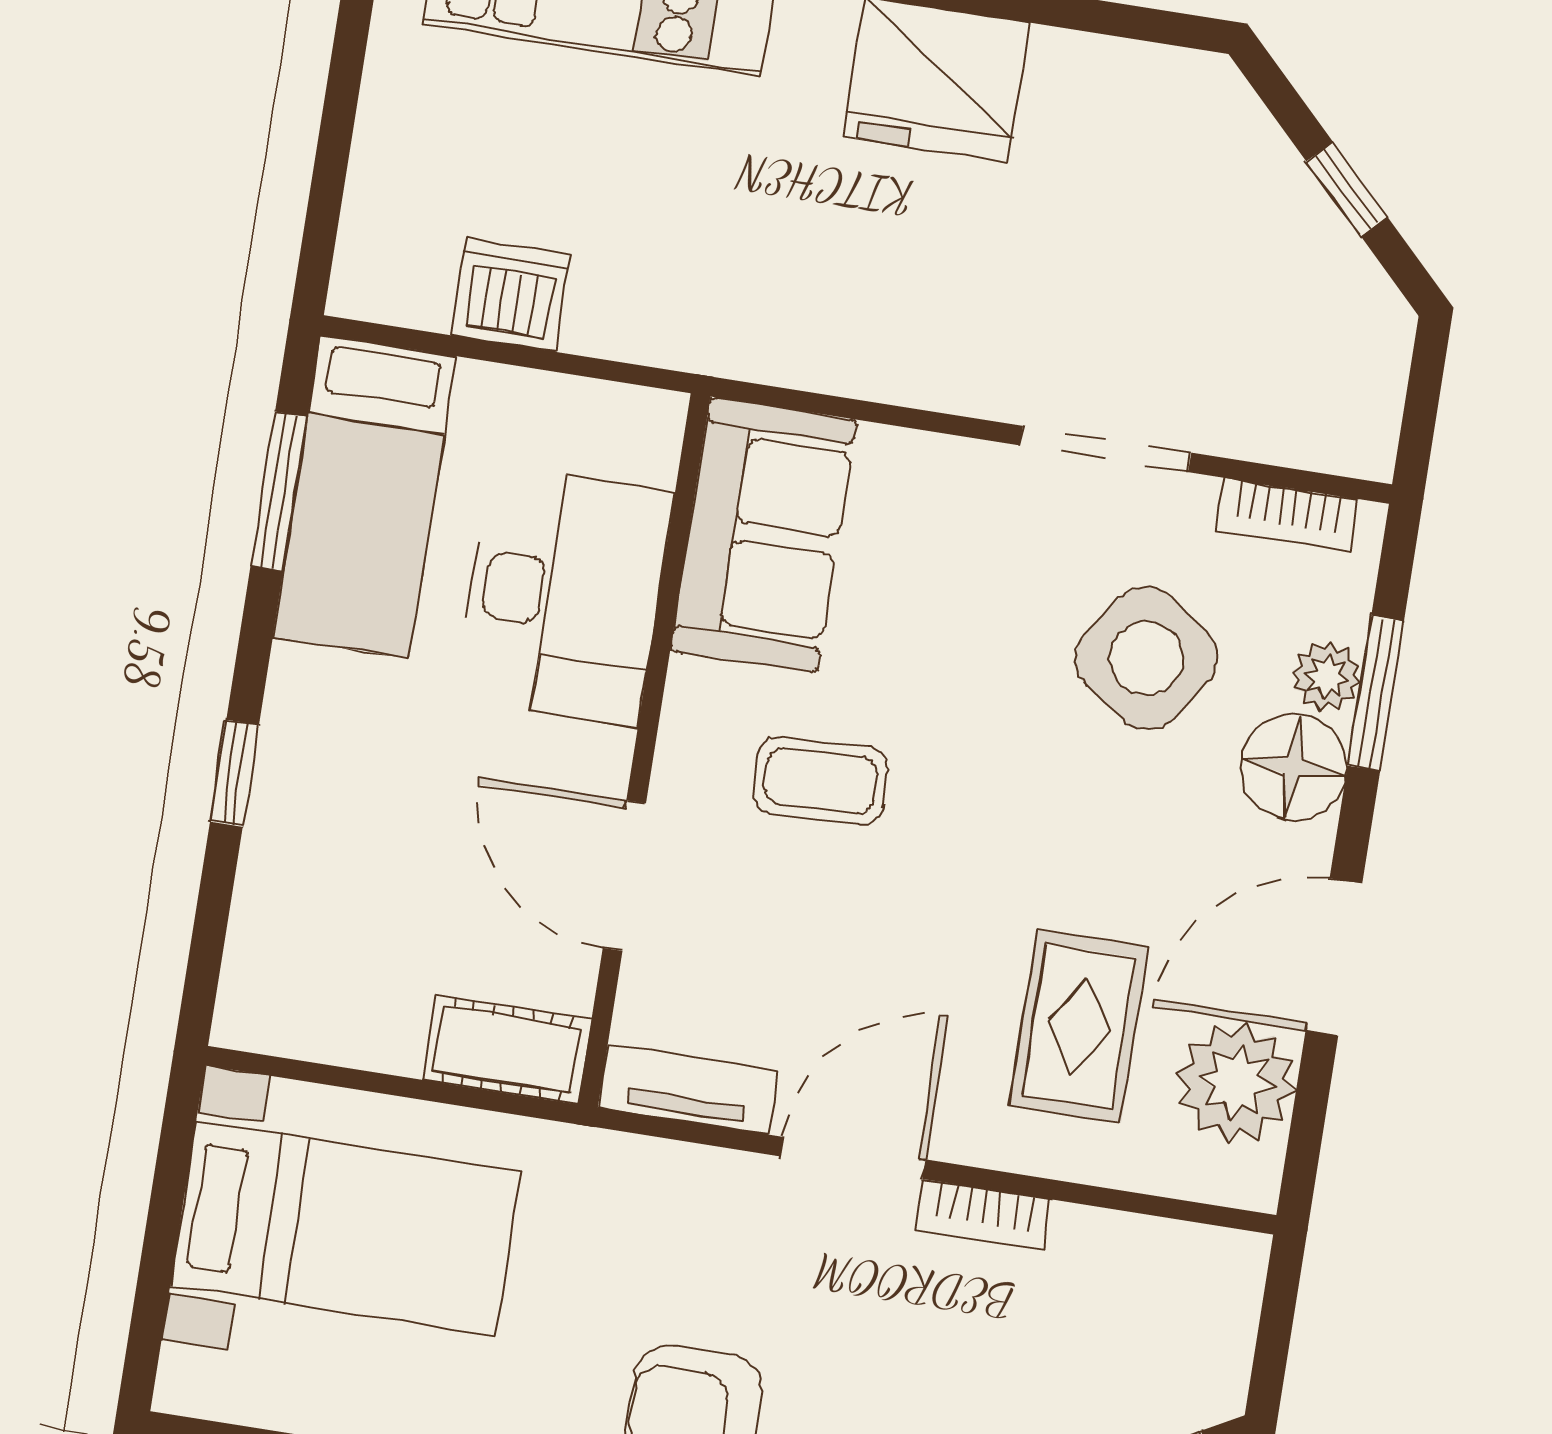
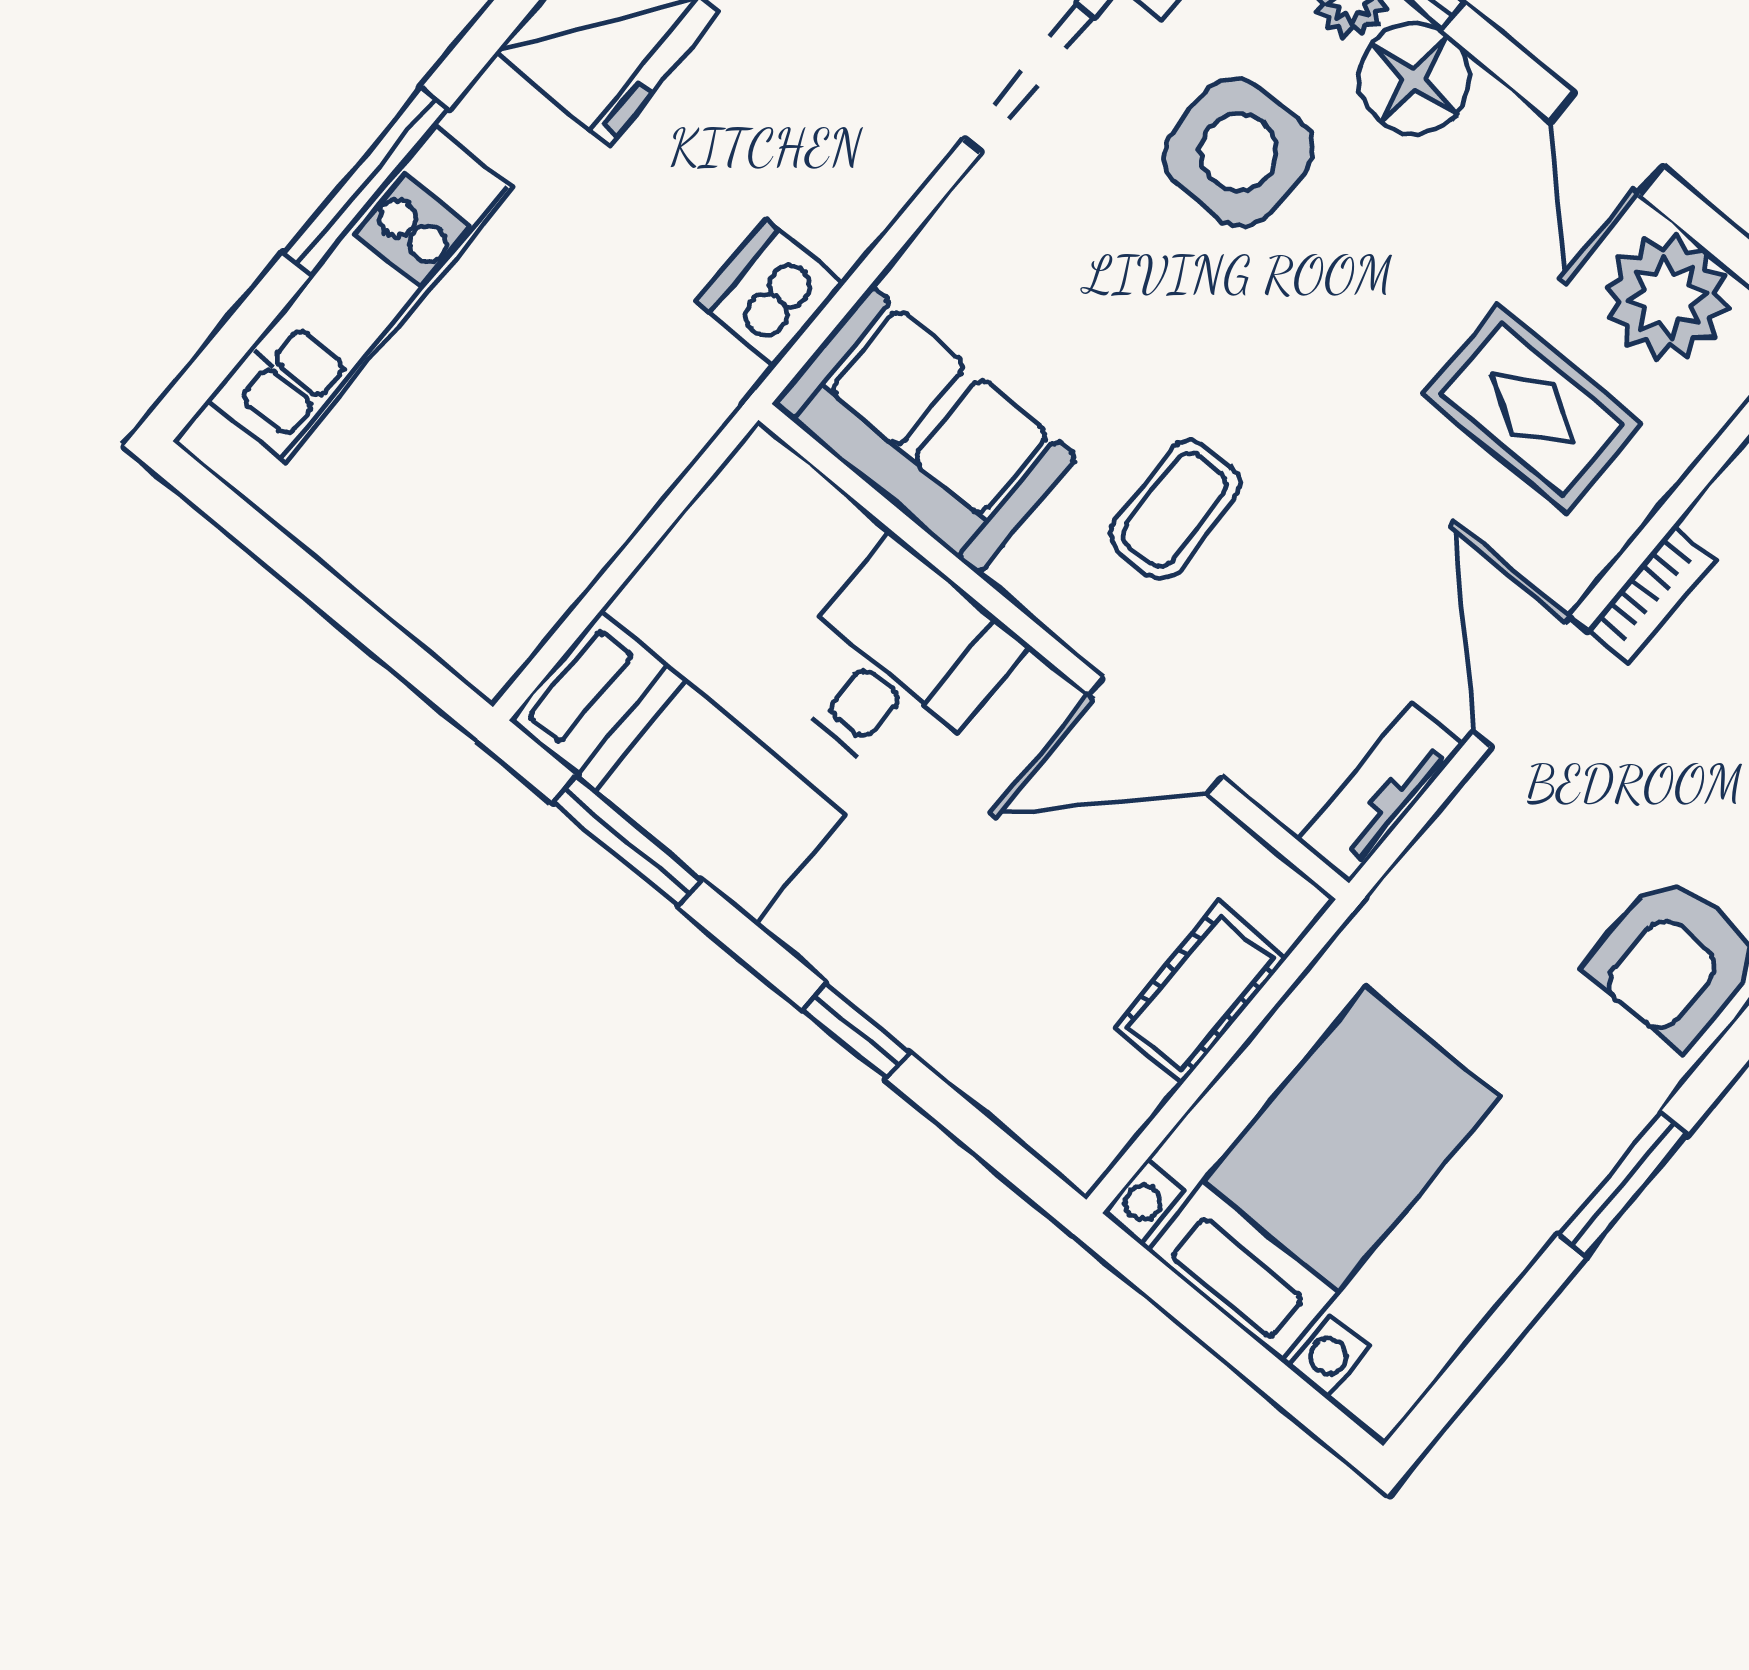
dishwasher: (510, 295) -> (771, 293), moved
desk: (564, 596) -> (898, 663), width x0.73
side table: (1147, 658) -> (1238, 152), turned -34
door: (1334, 957) -> (1606, 143), width x0.73
cot: (507, 1050) -> (1200, 993), moved

